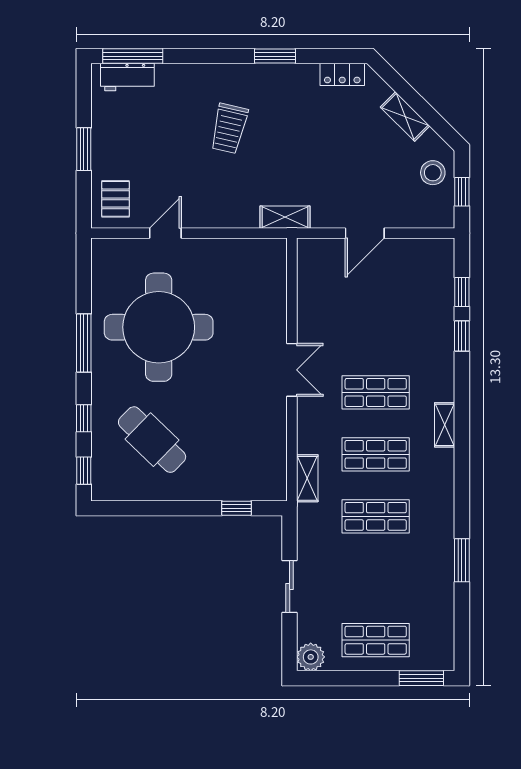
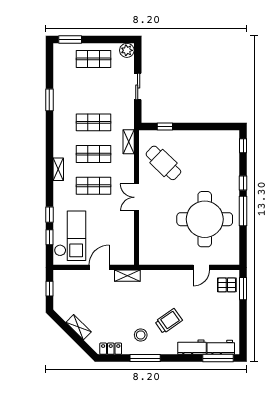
window: (275, 56) -> (145, 358), width x1.44
workbench: (184, 77) -> (192, 347), added
trolley: (229, 128) -> (169, 321), turned 42
window: (84, 149) -> (243, 289), moved
stool: (433, 173) -> (141, 335), moved
pallet: (115, 199) -> (227, 285), turned 90
shelving: (285, 217) -> (127, 276), moved
checkout: (422, 295) -> (70, 236), added
window: (84, 418) -> (243, 183), moved
cafe table: (152, 440) -> (163, 163), moved

